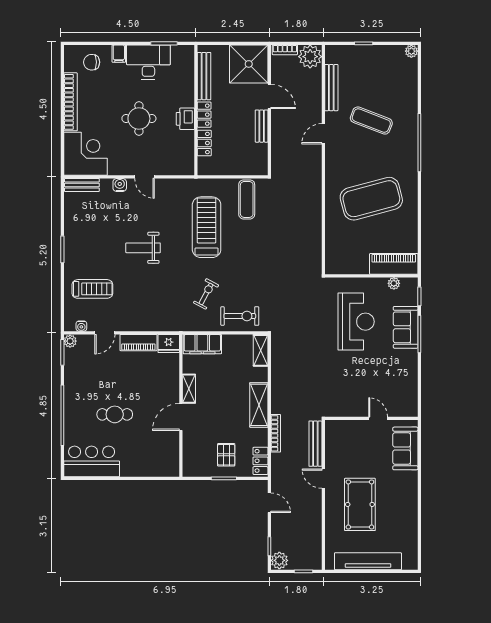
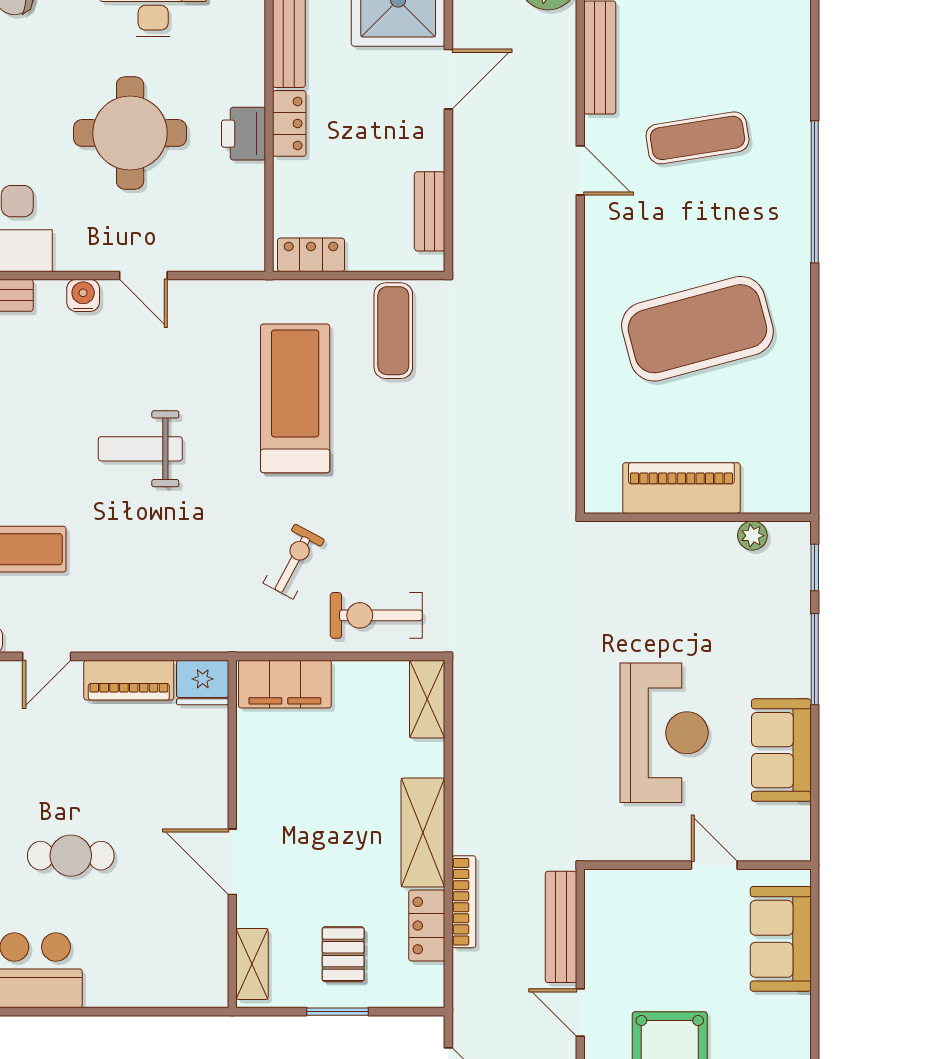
door: (269, 96) -> (448, 79), hinge flipped
round table: (139, 119) -> (130, 133), width x1.36, depth x1.36
exercise mat: (371, 121) -> (697, 138), turned -30
bench: (262, 126) -> (430, 211), moved
door: (323, 134) -> (580, 170), swing flipped
locker: (204, 143) -> (311, 255), moved, turned -90
piano: (394, 264) -> (681, 488), moved
exercise bike: (240, 316) -> (376, 615), turned 180
reception desk: (356, 322) -> (664, 733), moved
sofa: (406, 327) -> (781, 750), moved
shelving: (189, 389) -> (252, 964), moved
door: (181, 417) -> (232, 862), hinge flipped
locker: (260, 461) -> (427, 926), moved

